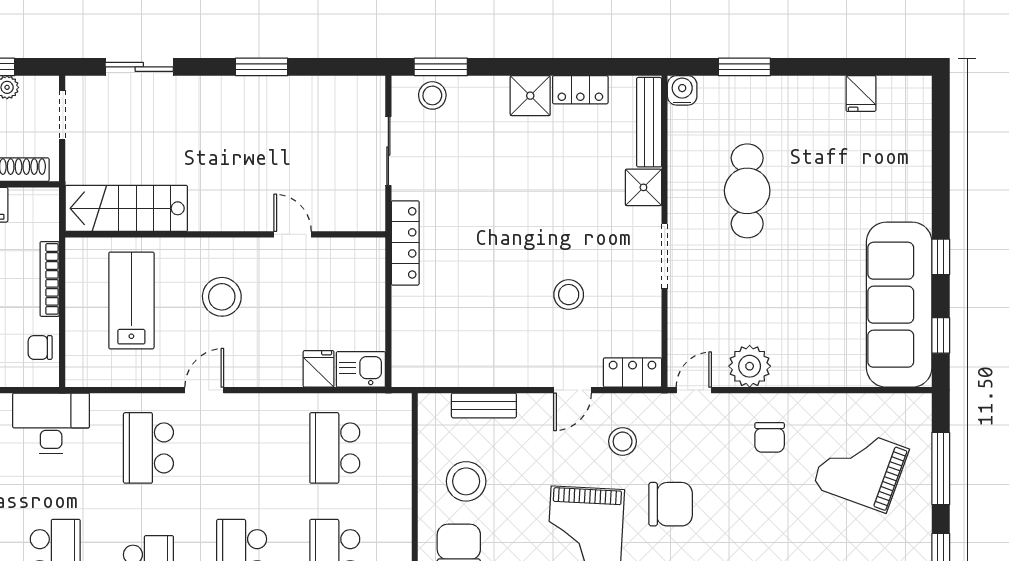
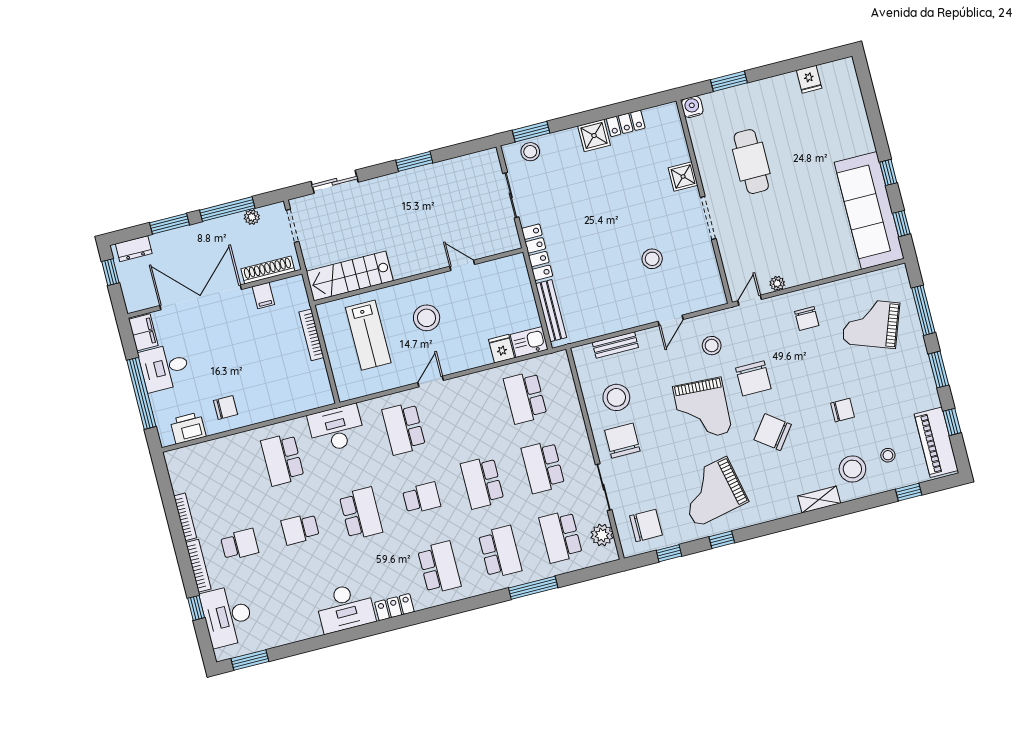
bench: (649, 122) -> (551, 311), moved
lab bench: (131, 300) -> (368, 335), turned 180
chair: (40, 347) -> (317, 381), removed
plant: (750, 366) -> (777, 283), width x0.53, depth x0.53
locker: (633, 372) -> (707, 299), removed
chair: (671, 504) -> (753, 378), turned 90

